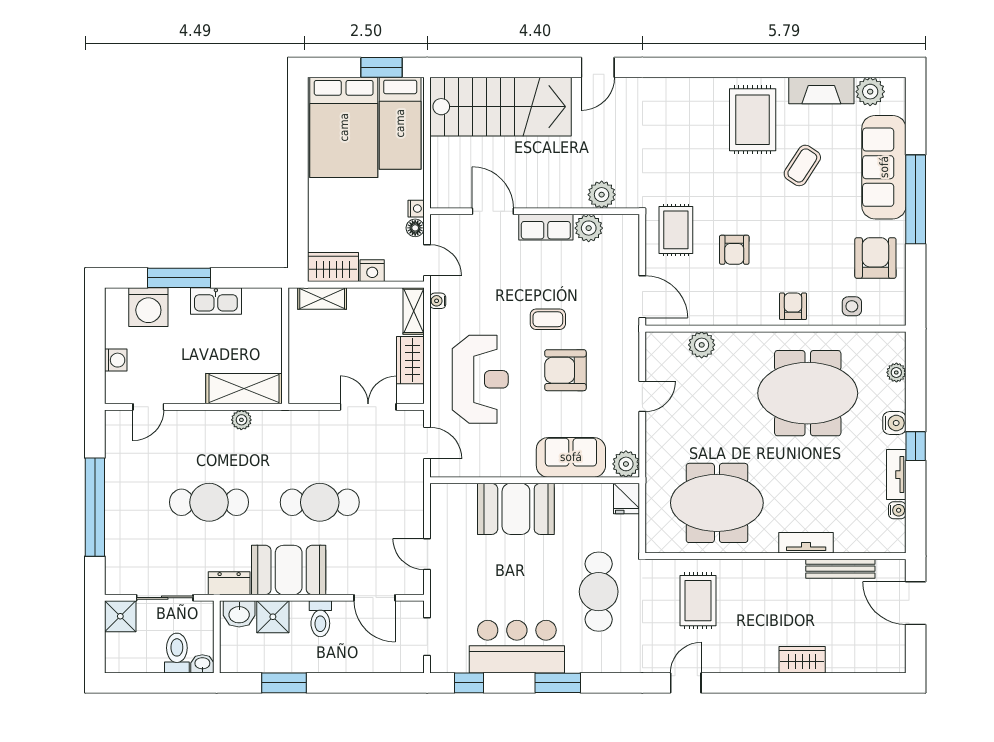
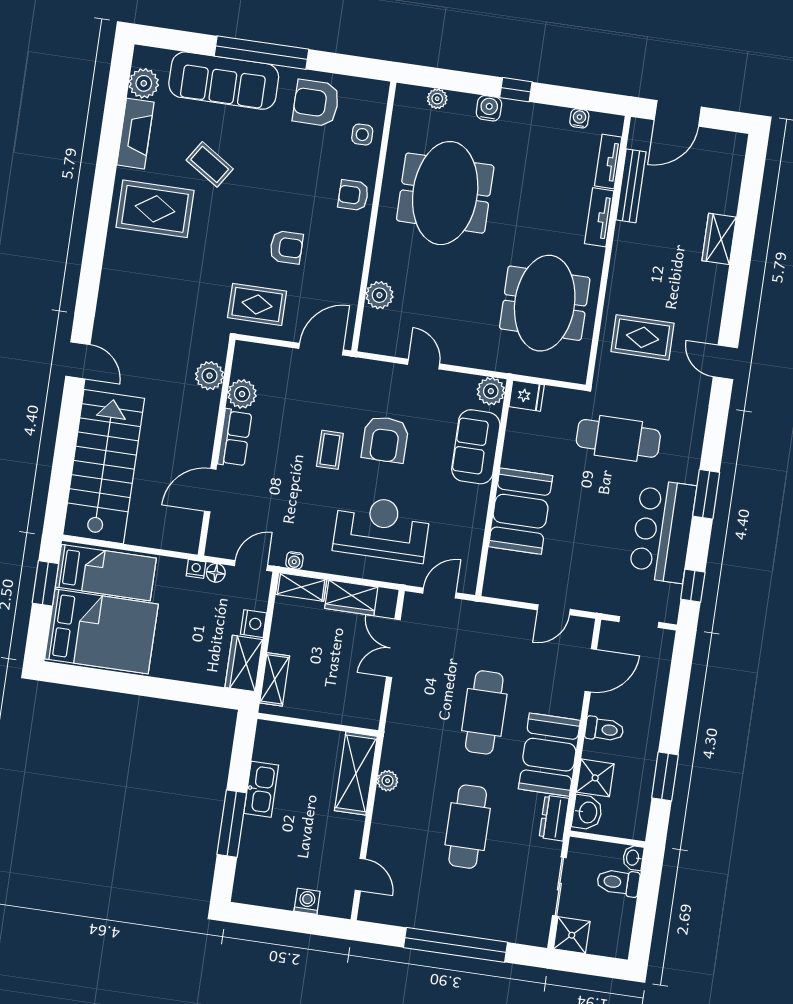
washing machine: (148, 307) -> (257, 860), removed
tv unit: (896, 475) -> (608, 162), moved, turned 90

